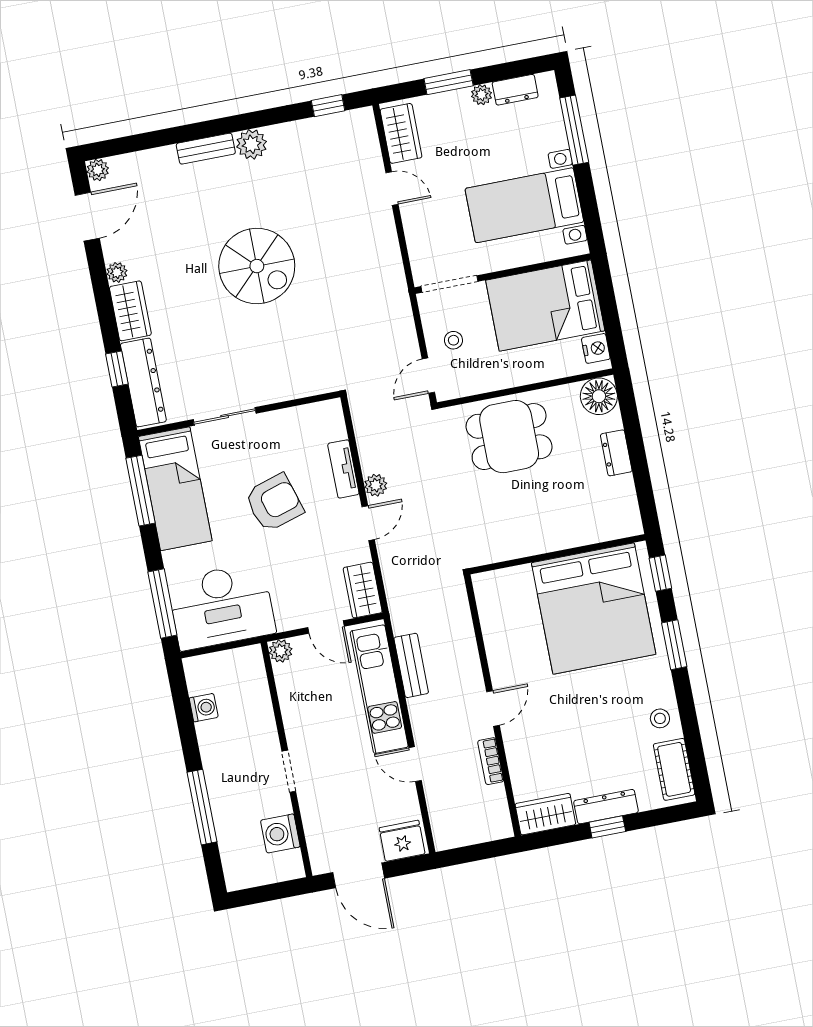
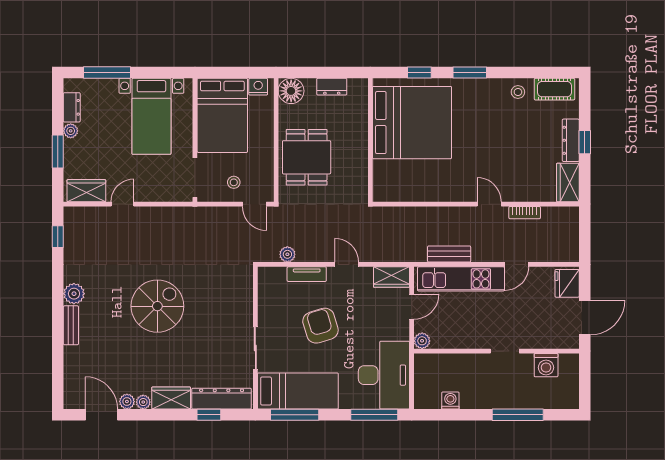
plant: (98, 170) -> (127, 402), moved
plant: (376, 485) -> (287, 254), moved
wall: (557, 554) -> (370, 140), moved
bed: (594, 609) -> (412, 123), moved

